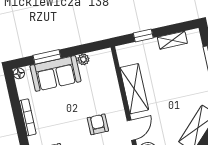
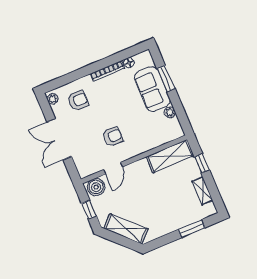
floor lamp: (19, 73) -> (129, 63), moved
shelving: (134, 89) -> (170, 156), moved
door: (131, 130) -> (113, 168), hinge flipped

